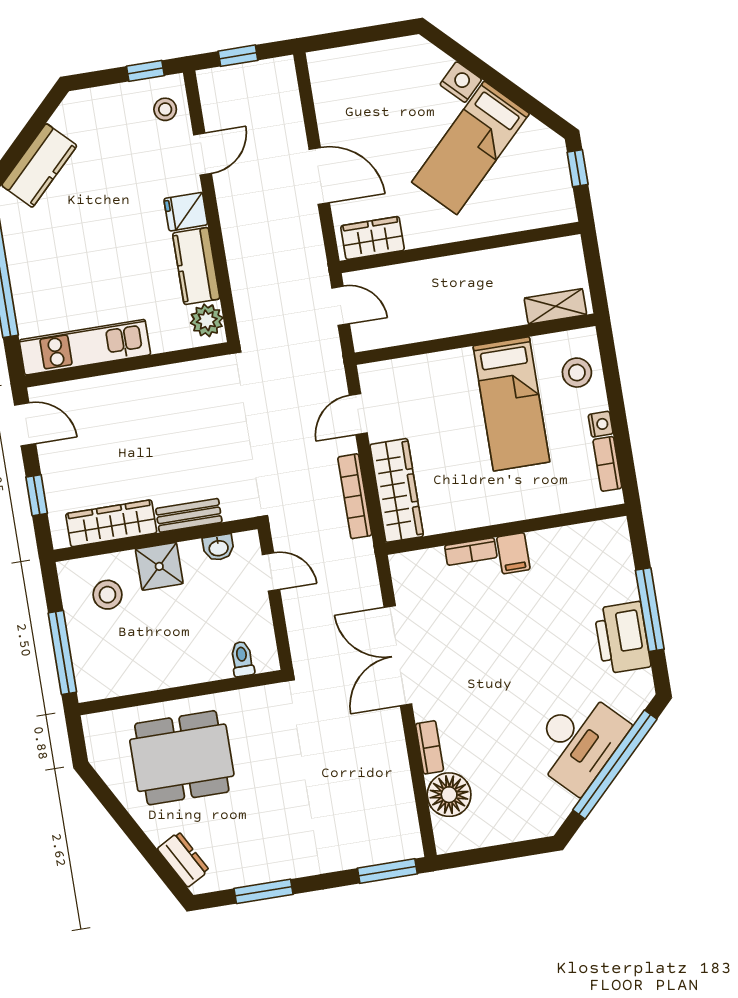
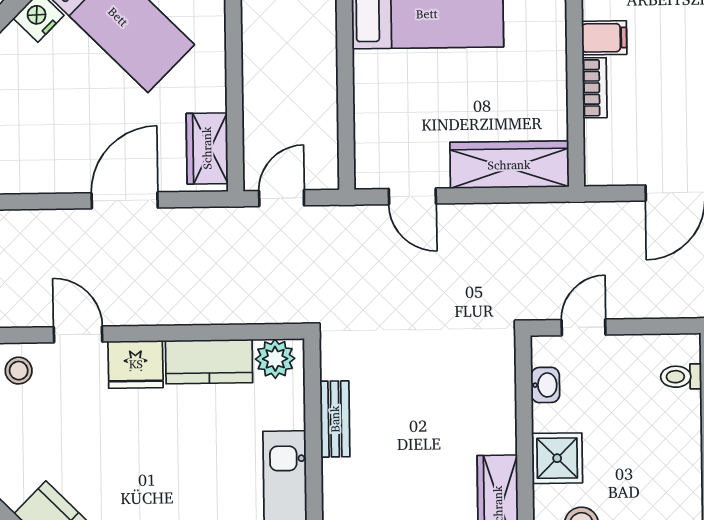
fridge: (186, 212) -> (136, 364), width x1.38
bookcase: (355, 496) -> (509, 215), removed
bench: (189, 515) -> (335, 419), moved

